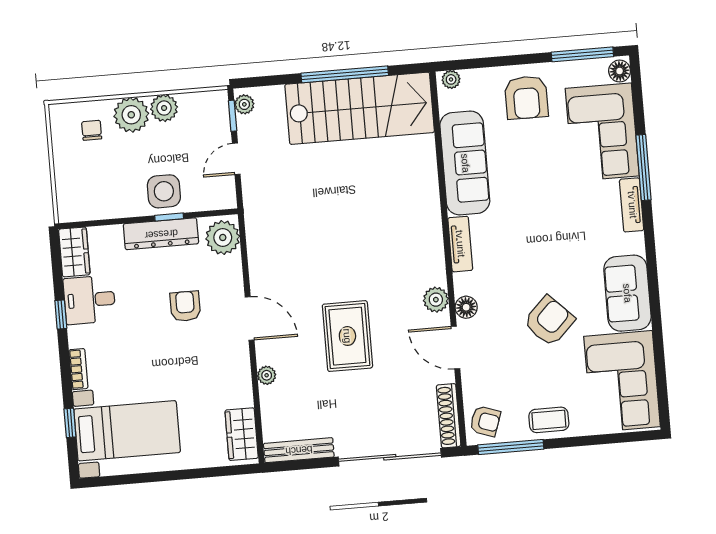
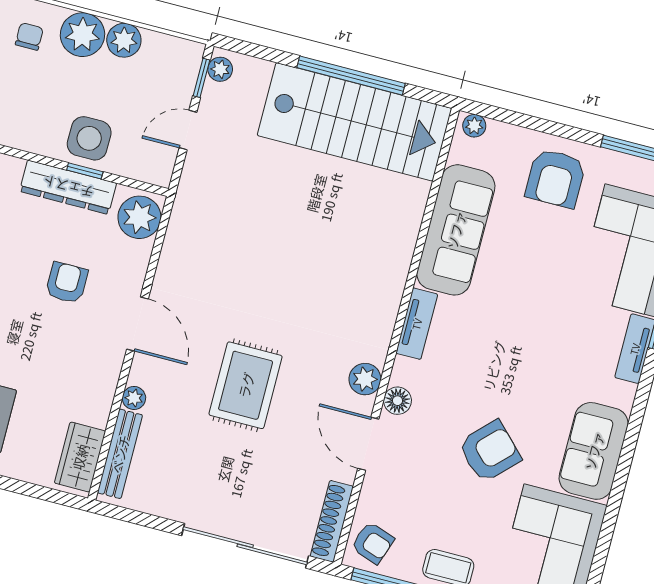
bench: (299, 450) -> (120, 454), moved, turned 90

